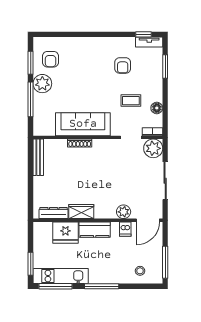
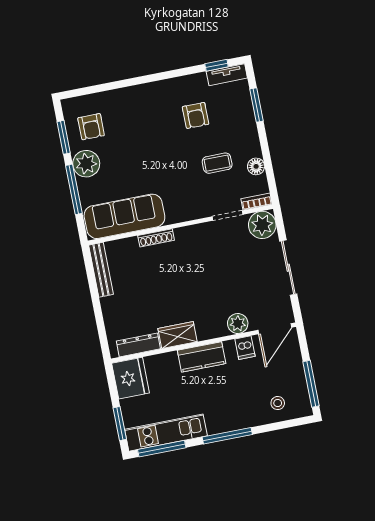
sofa: (83, 124) -> (124, 216), moved
fridge: (65, 233) -> (131, 378), moved, turned -90

